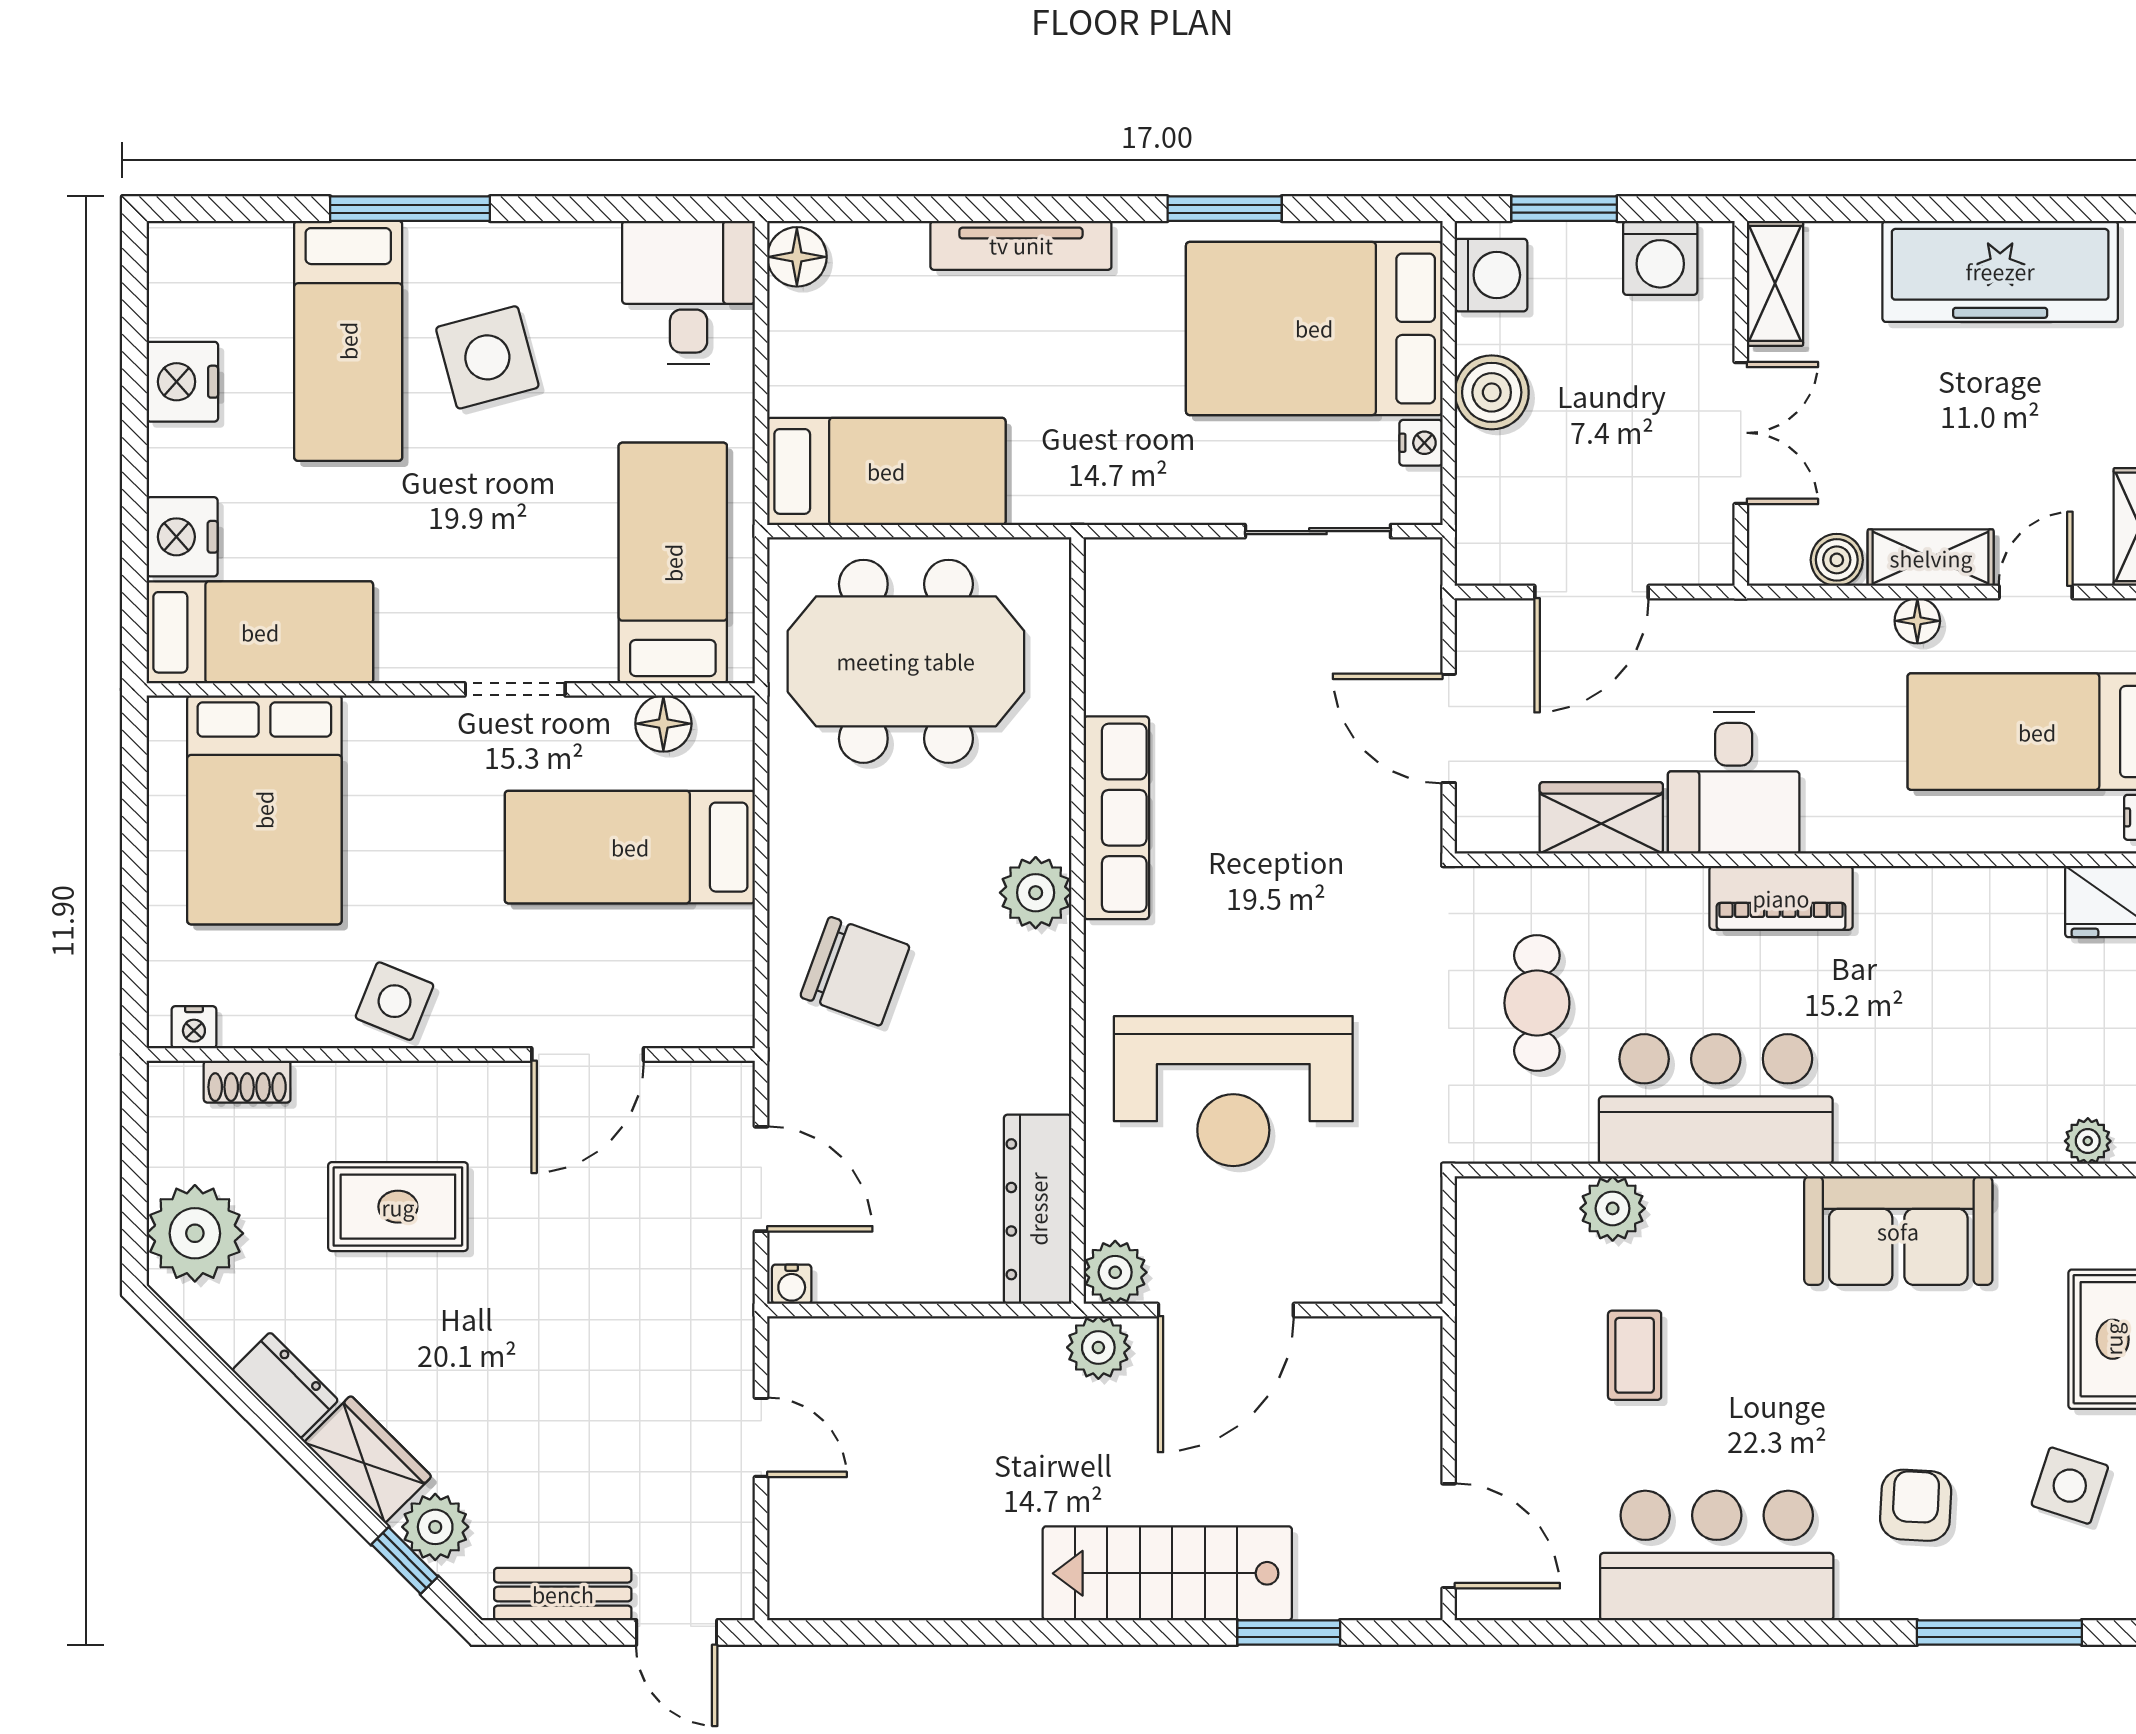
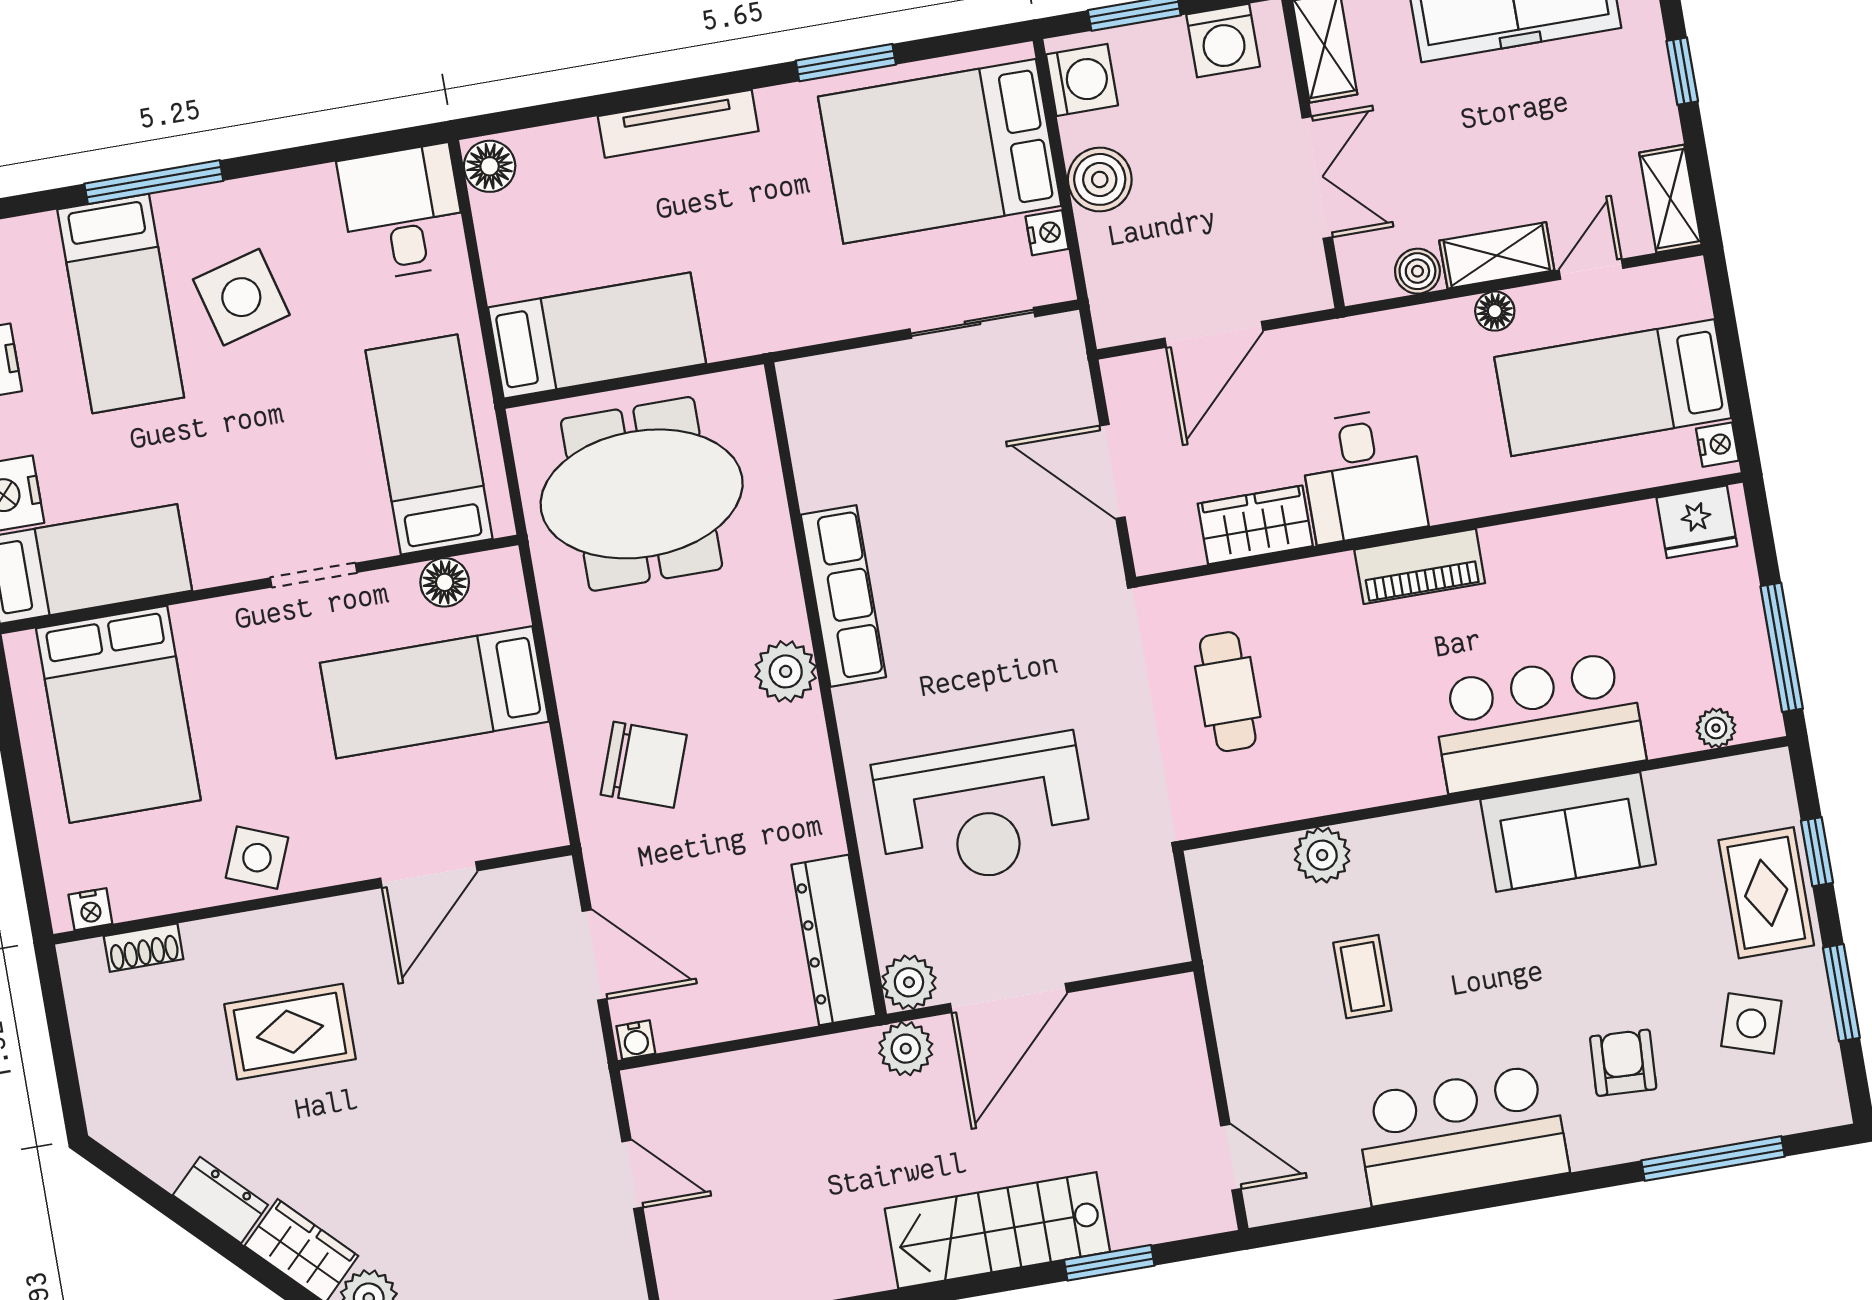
bar counter: (1716, 1099) -> (1538, 722), moved
plant: (195, 1233) -> (121, 1084), removed
door: (1449, 1536) -> (1231, 1157), width x0.73

